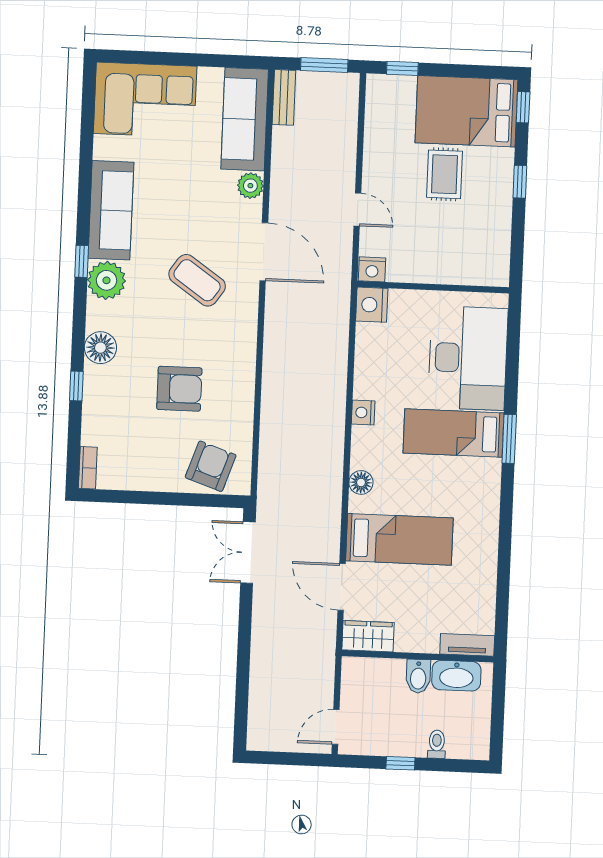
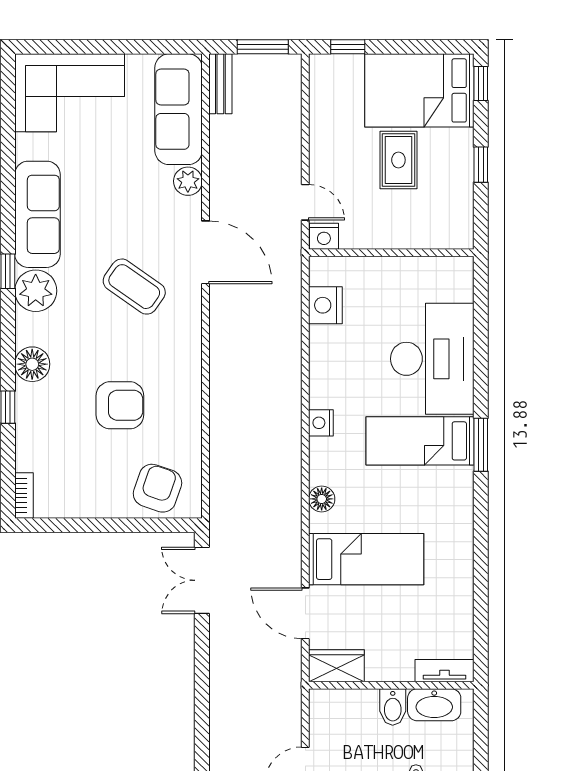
nightstand: (372, 269) -> (324, 236), moved
wall: (433, 287) -> (391, 253), moved

